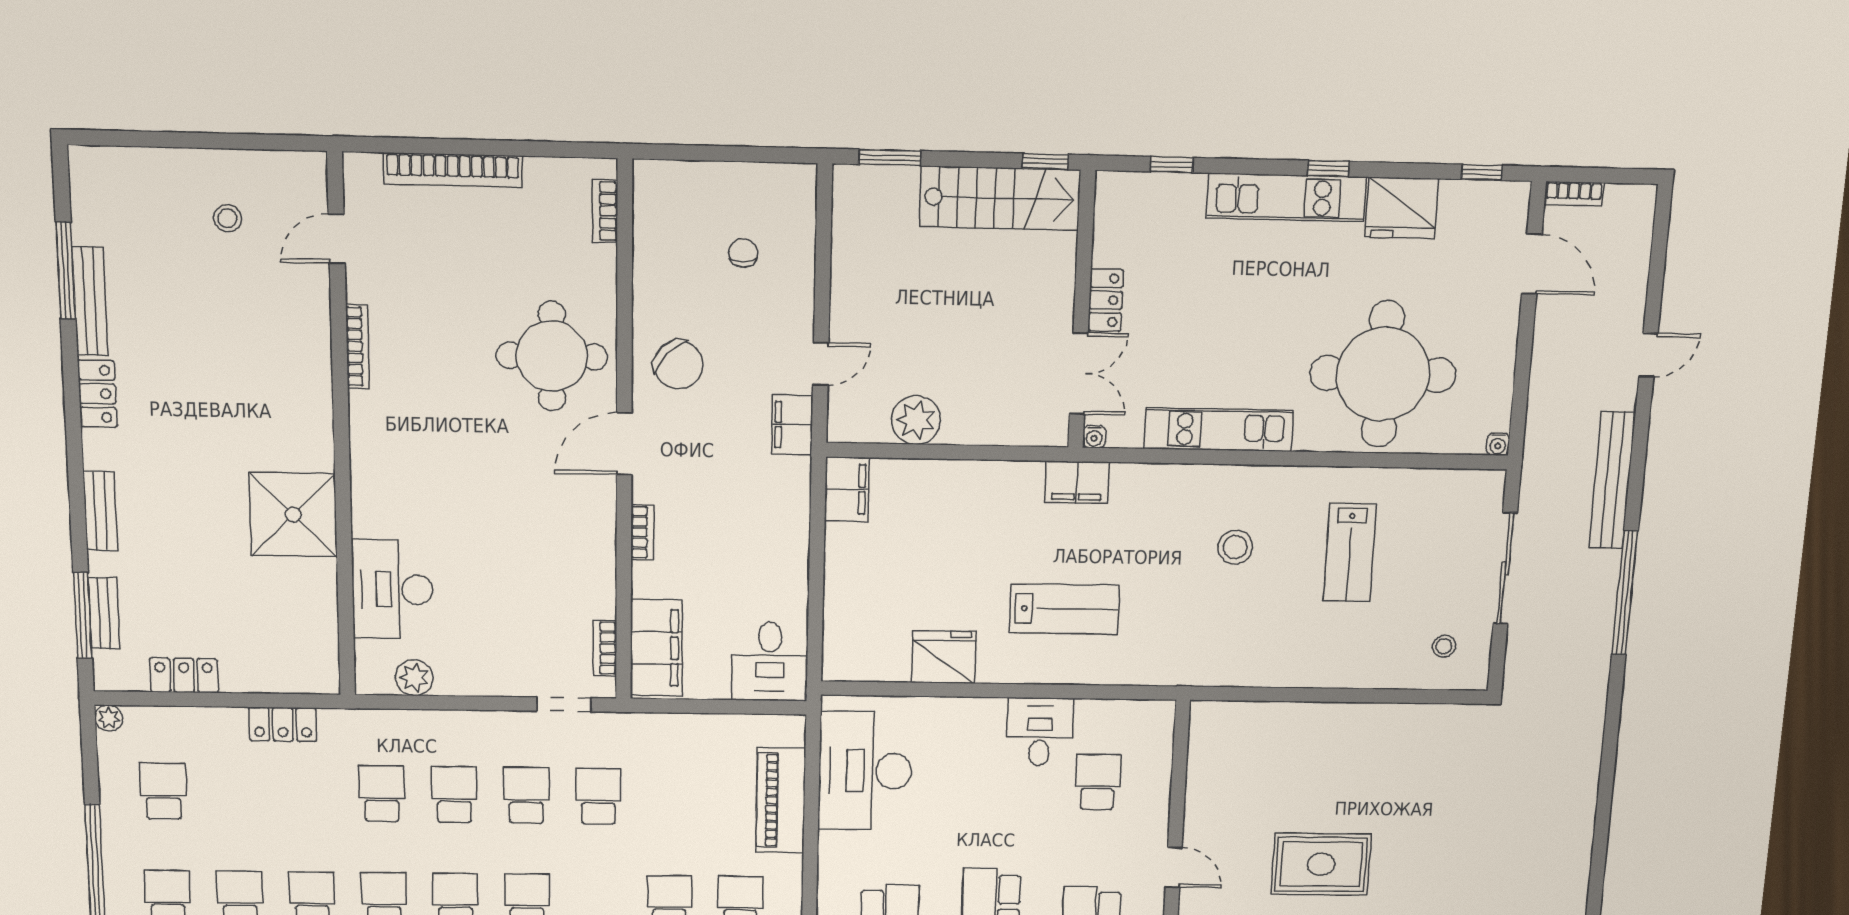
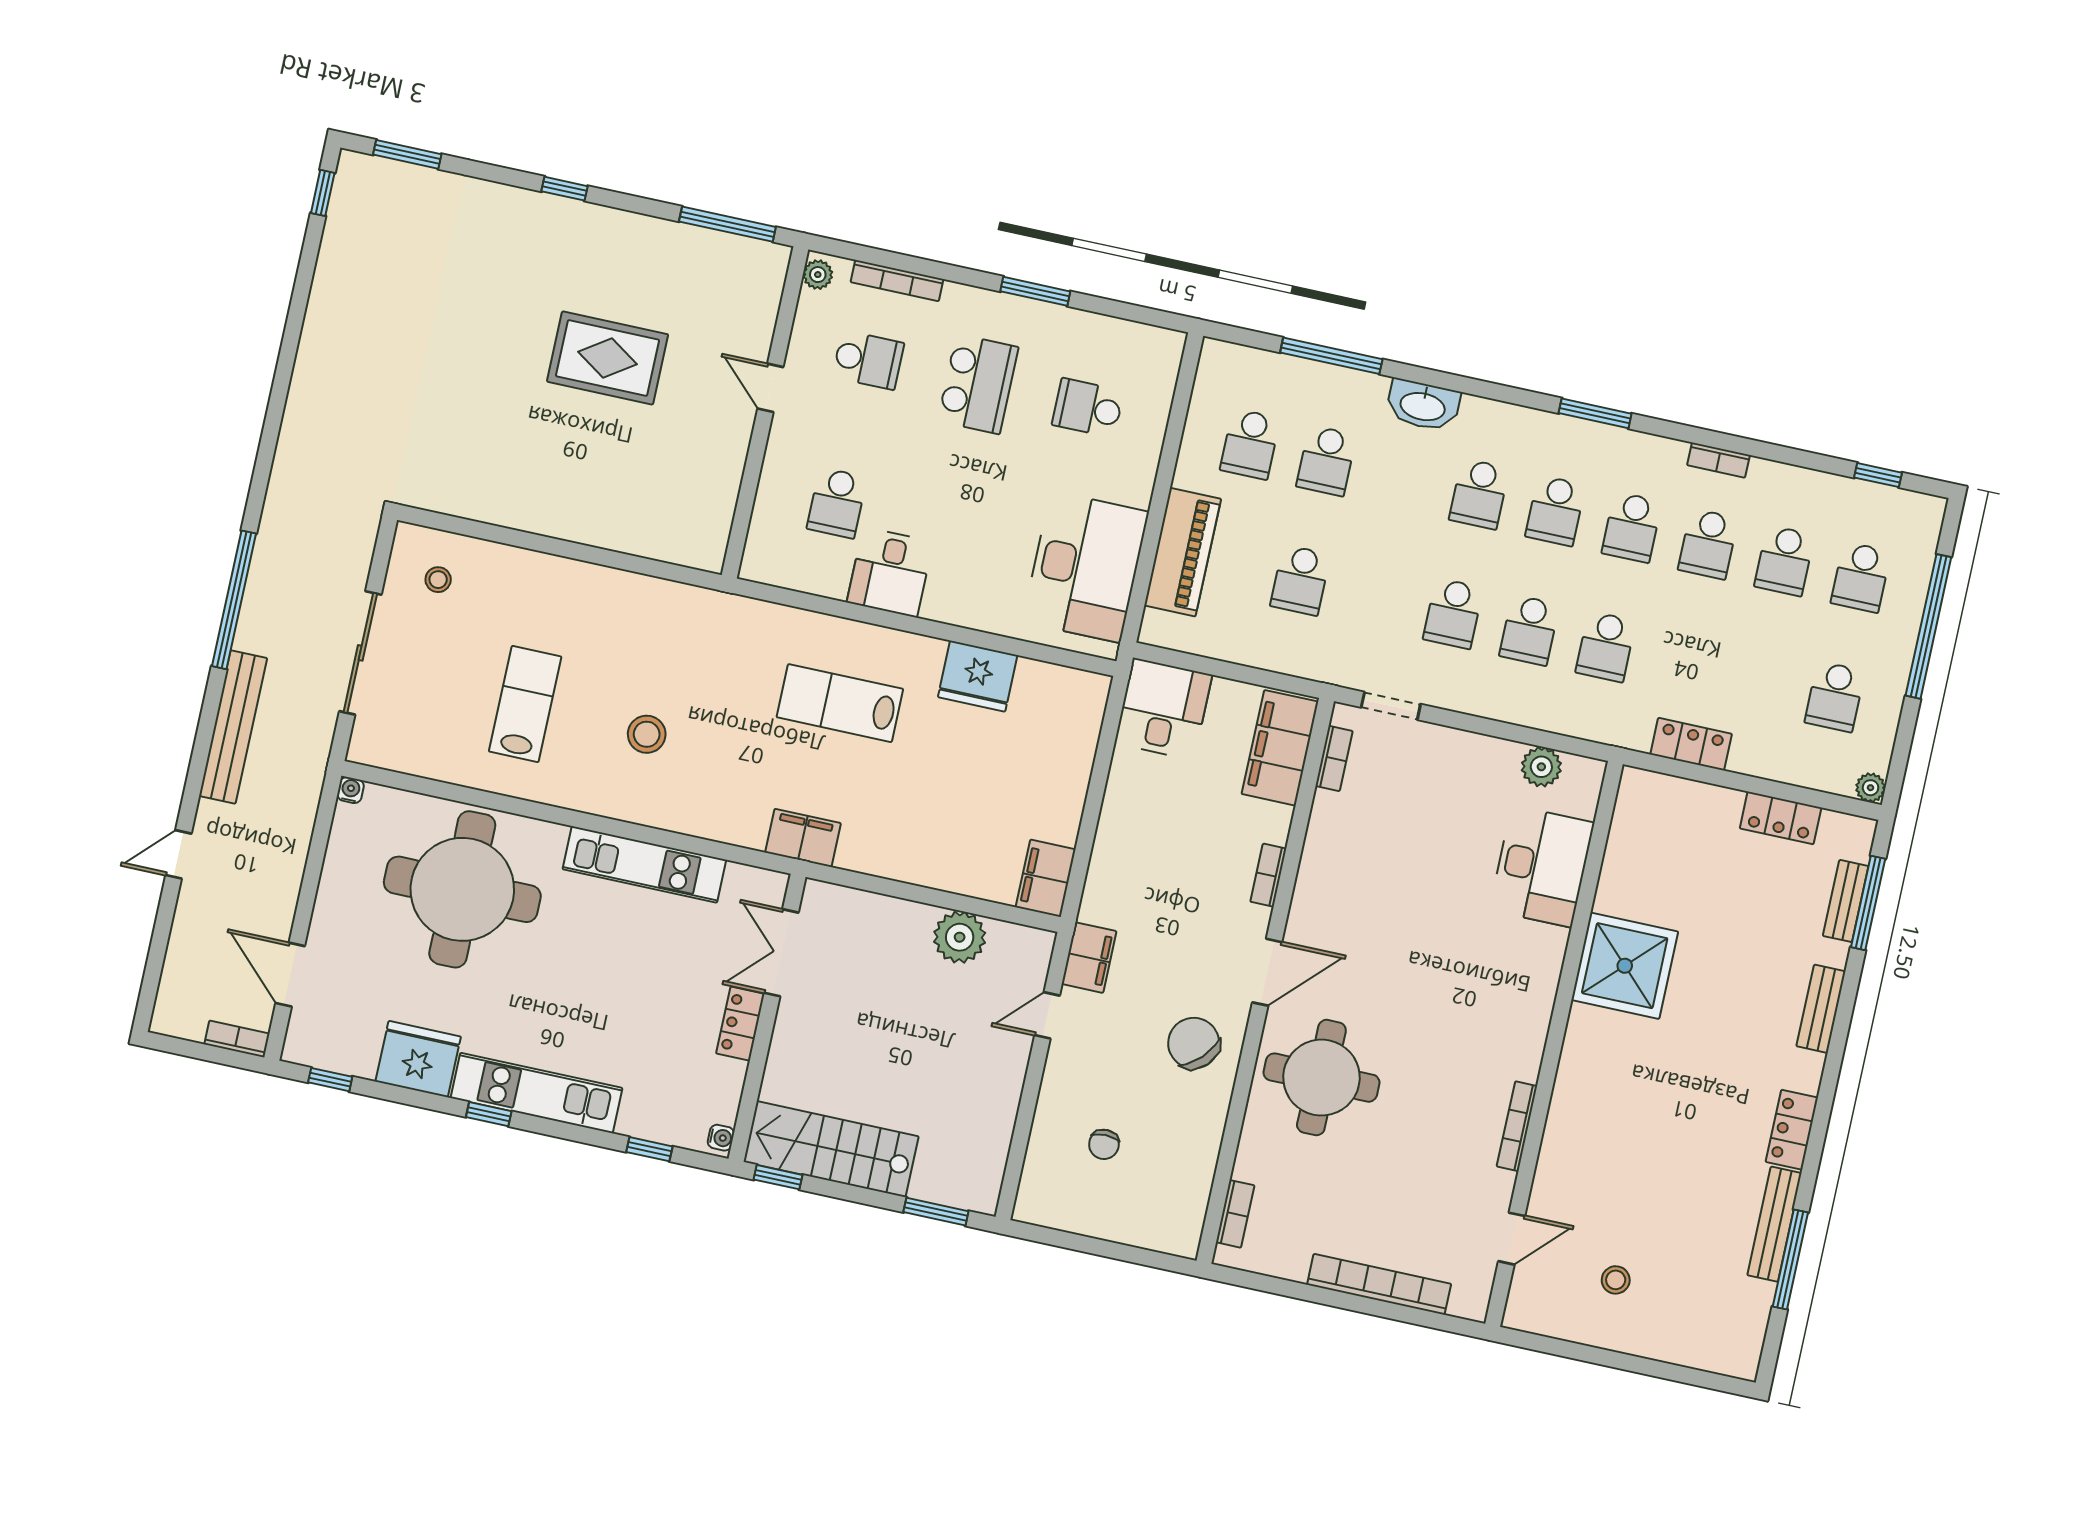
water cooler: (1094, 437) -> (721, 1138), moved, turned 90
school desk: (598, 796) -> (1300, 580), moved

